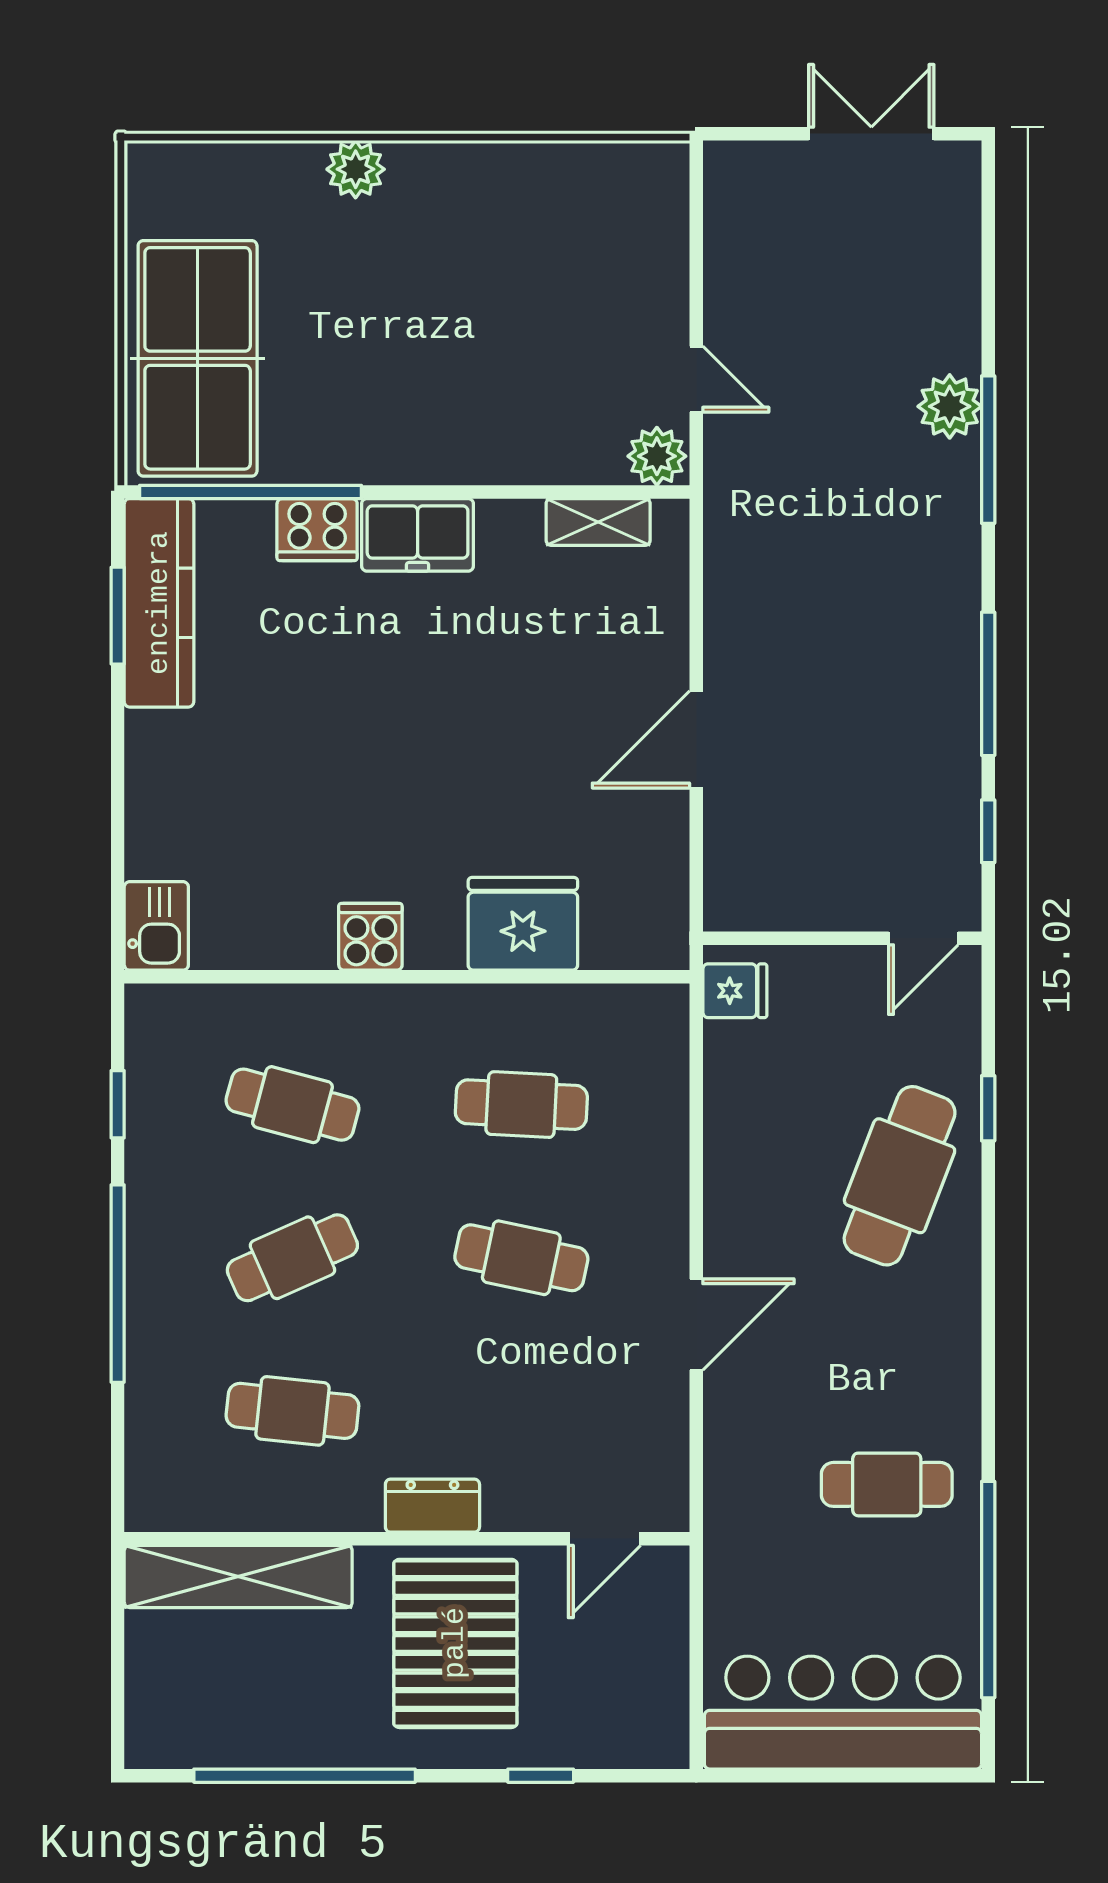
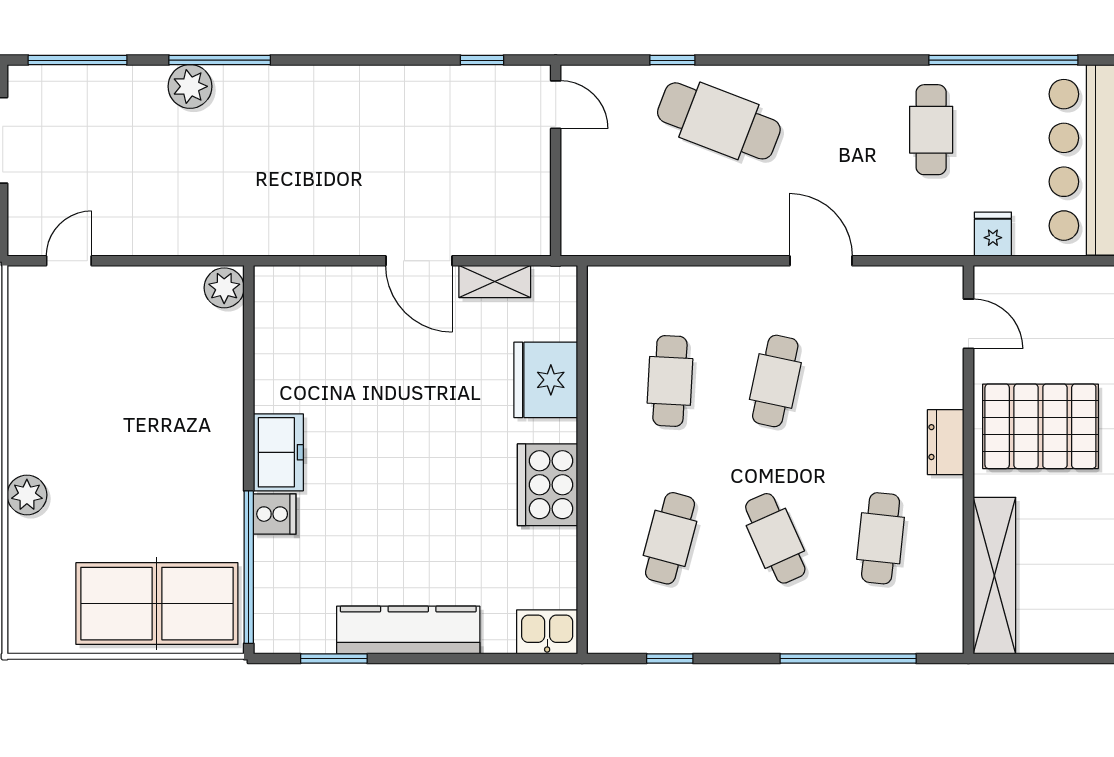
door: (696, 379) -> (69, 261), moved
shelving: (598, 522) -> (495, 281), moved, turned 90
cooker: (317, 530) -> (275, 514), width x0.73
kitchen counter: (159, 603) -> (408, 630), moved
window: (988, 684) -> (78, 60), moved
cooker: (370, 937) -> (547, 485), width x1.87, depth x1.31
fridge: (735, 991) -> (993, 234), moved
window: (118, 1284) -> (848, 659), moved

